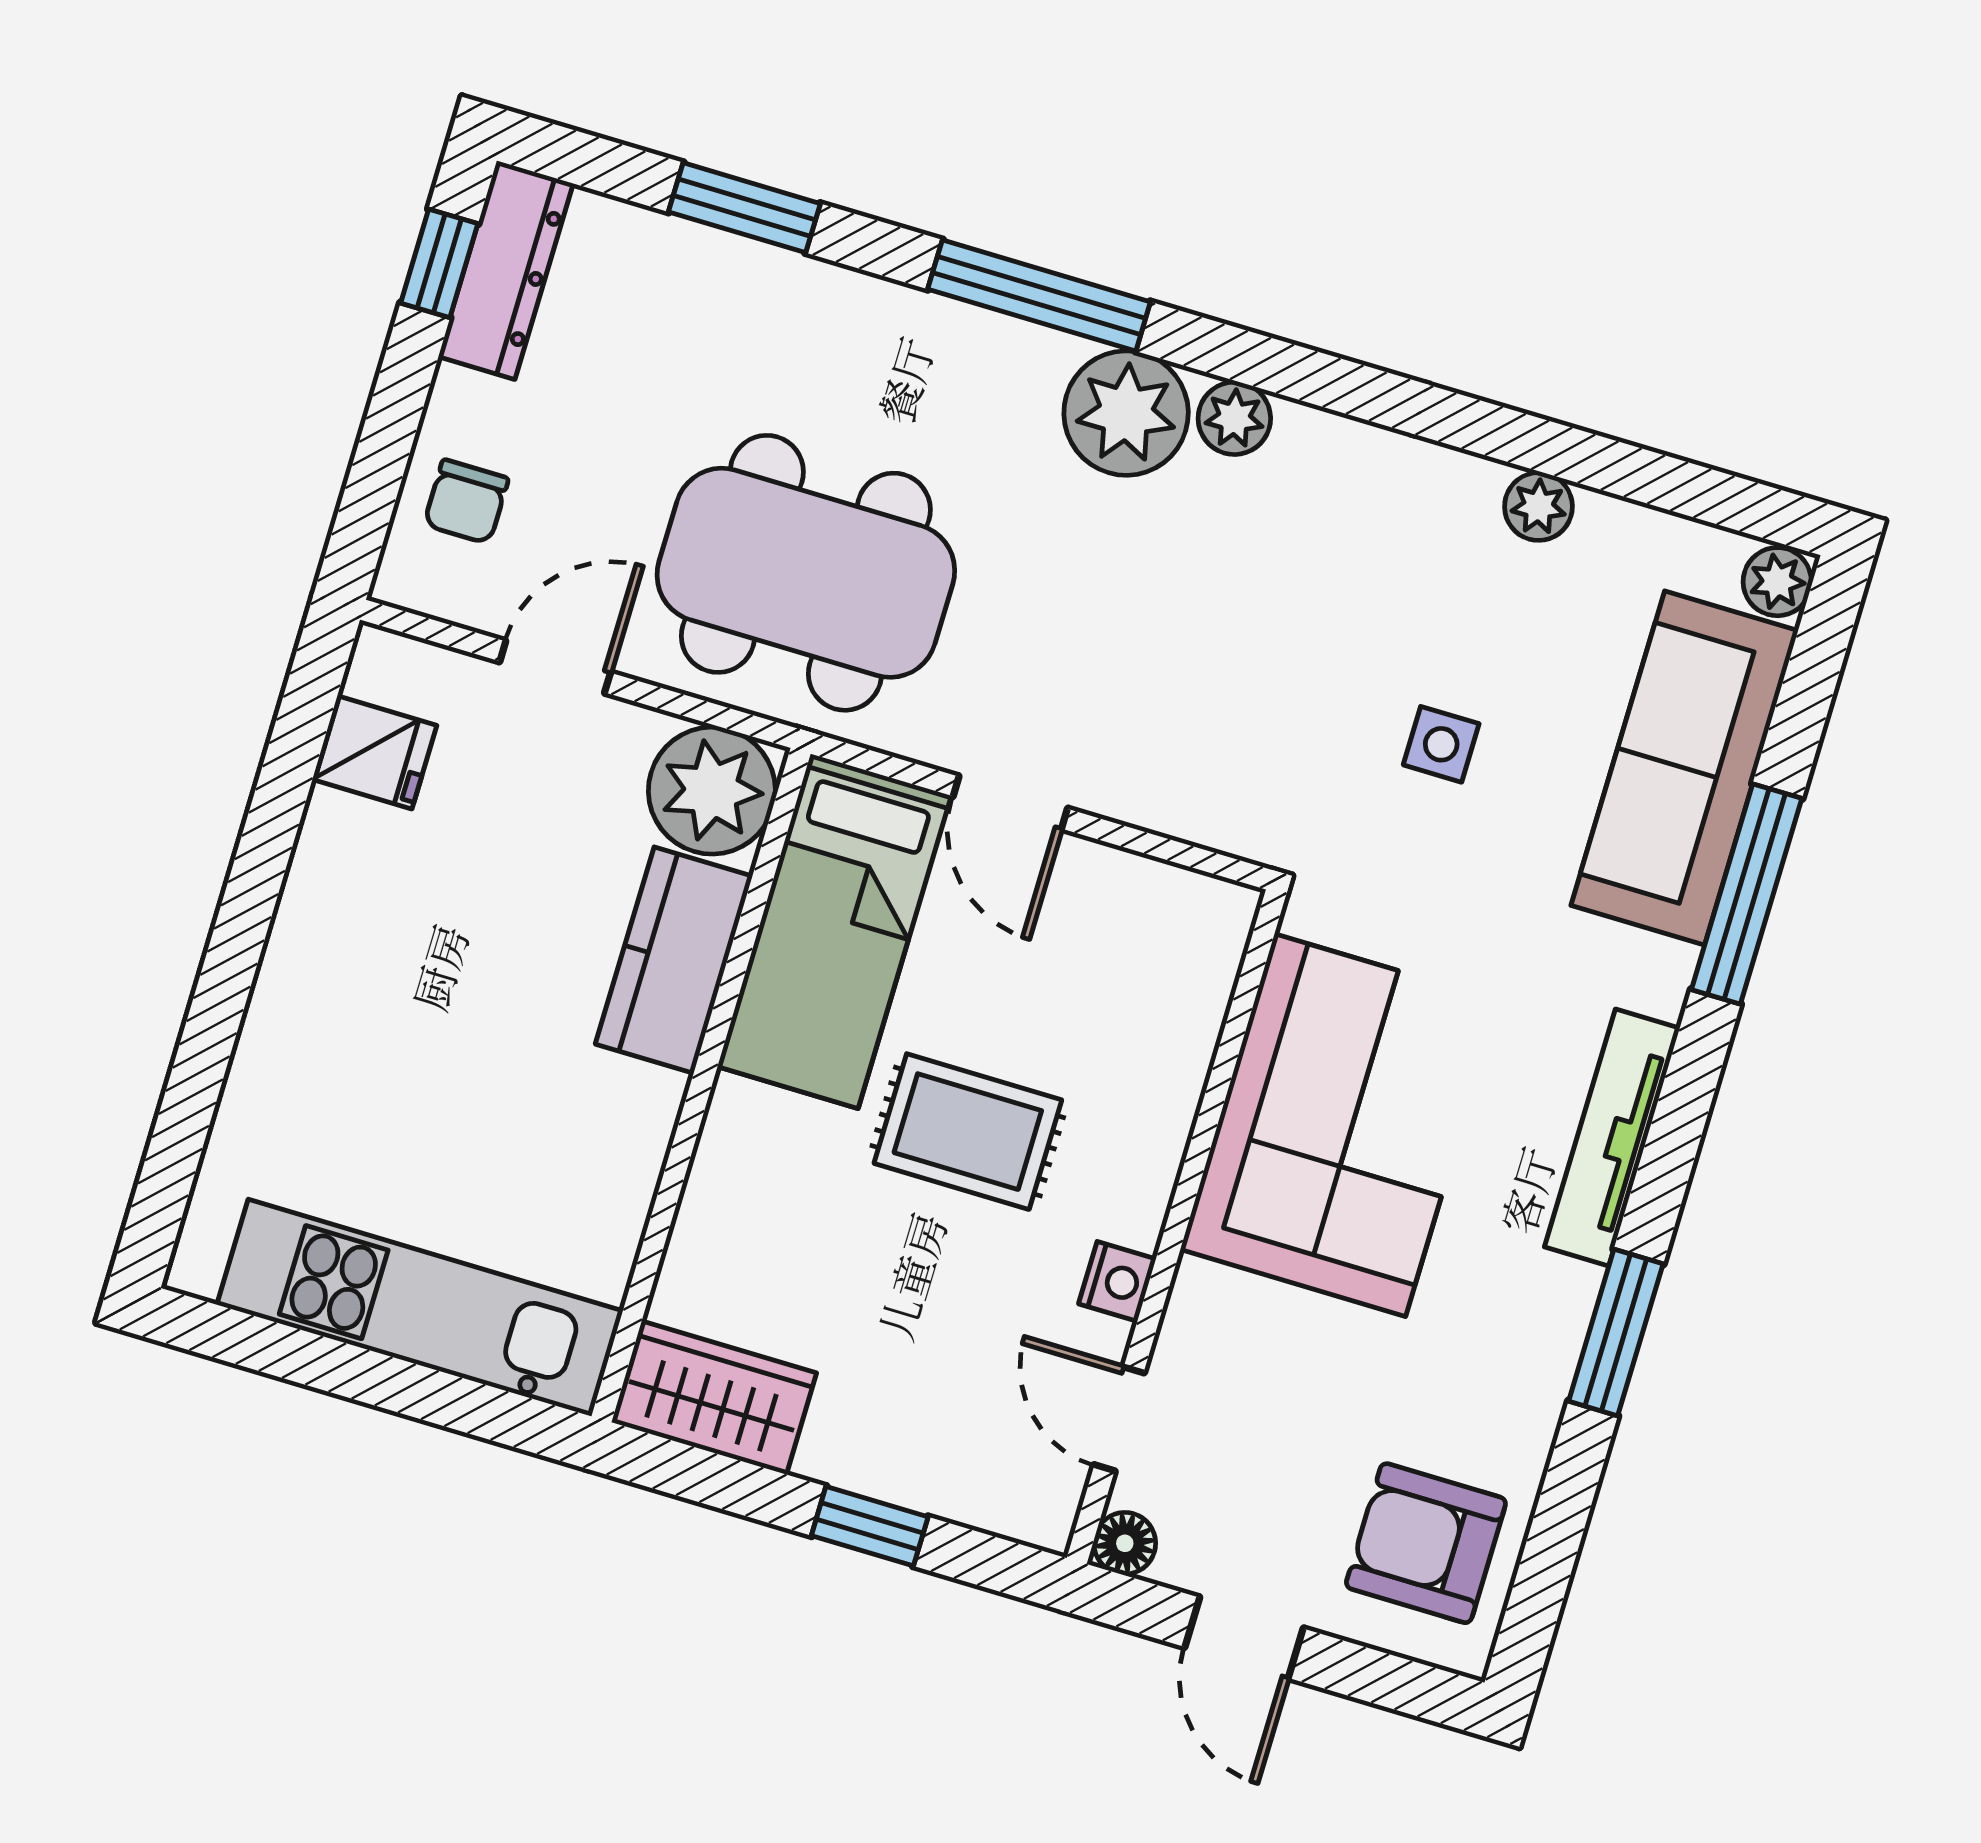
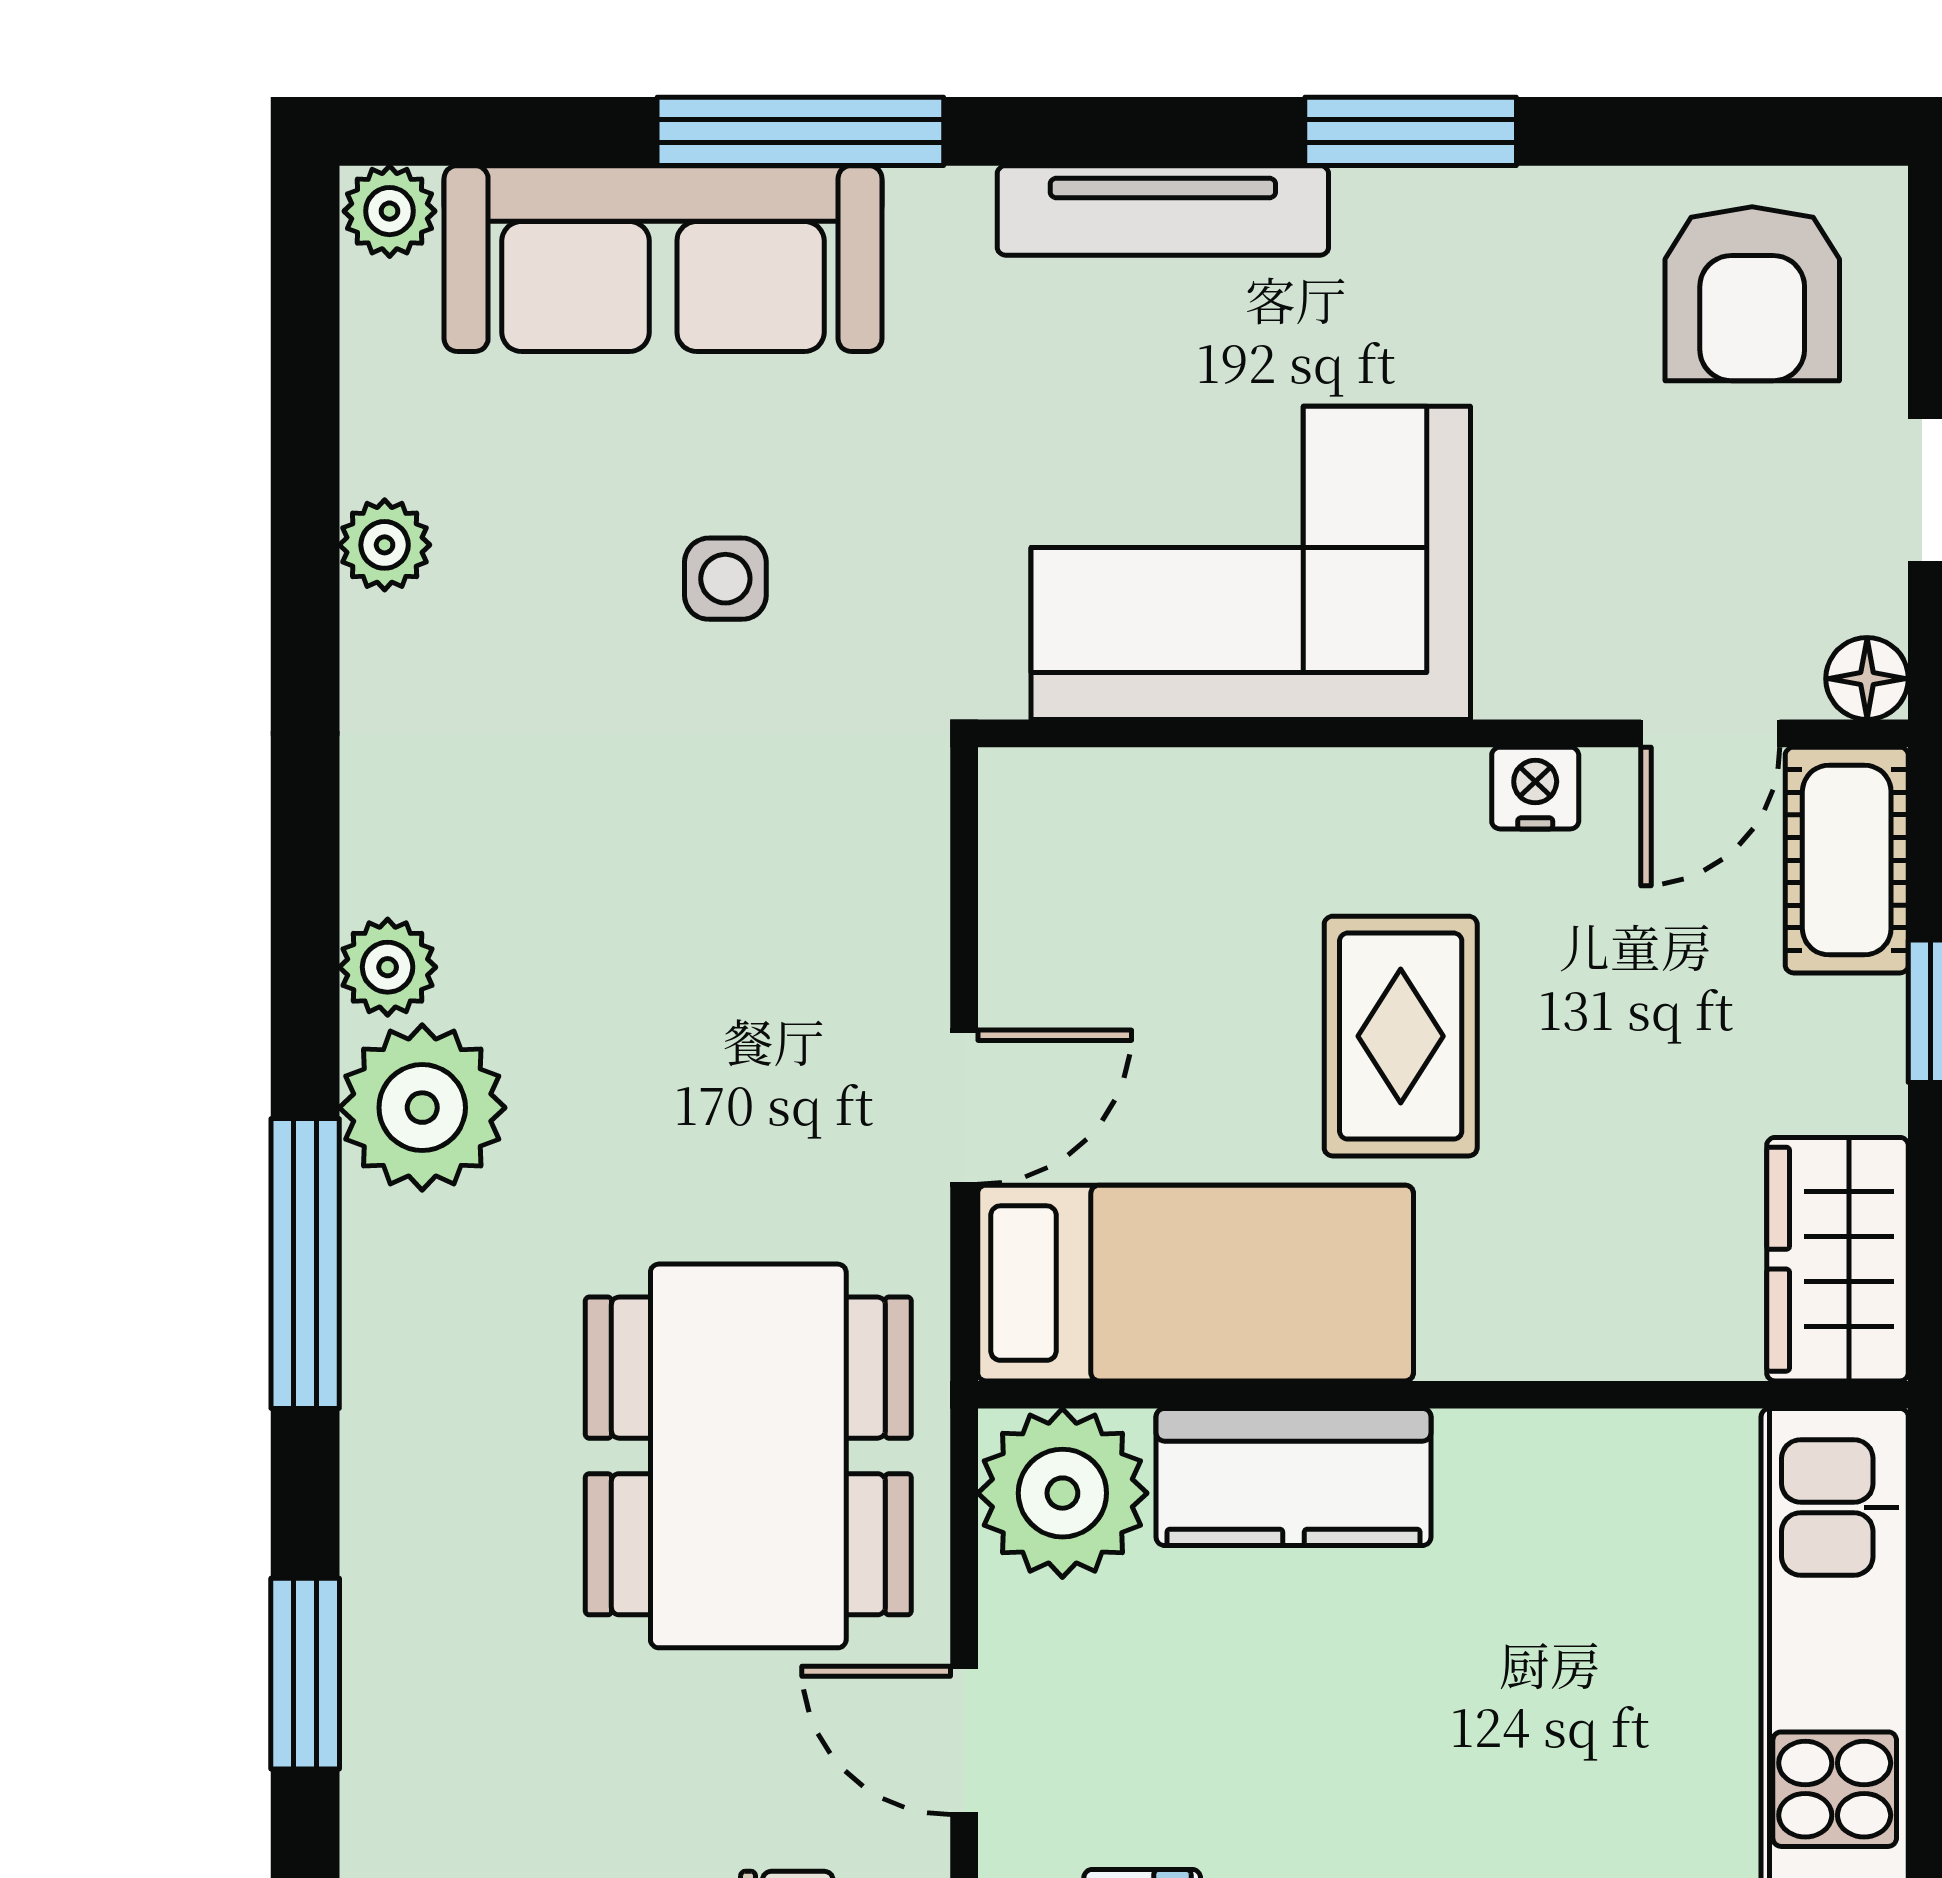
cot: (999, 1490) -> (1847, 860), added

